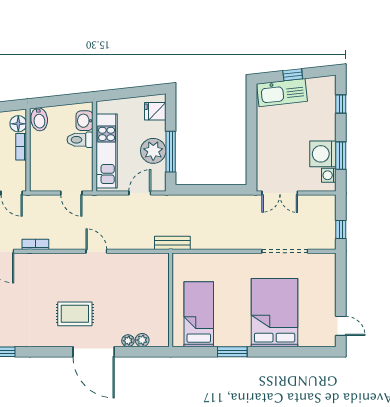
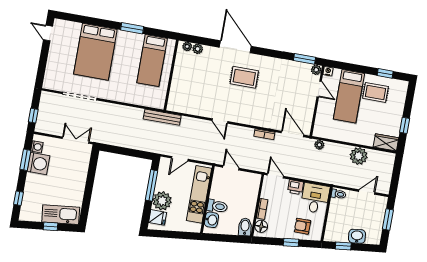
plant: (153, 151) -> (162, 201), moved
window: (341, 230) -> (33, 116), moved
bench: (172, 243) -> (162, 117), width x1.36
plant: (128, 341) -> (187, 46), moved

